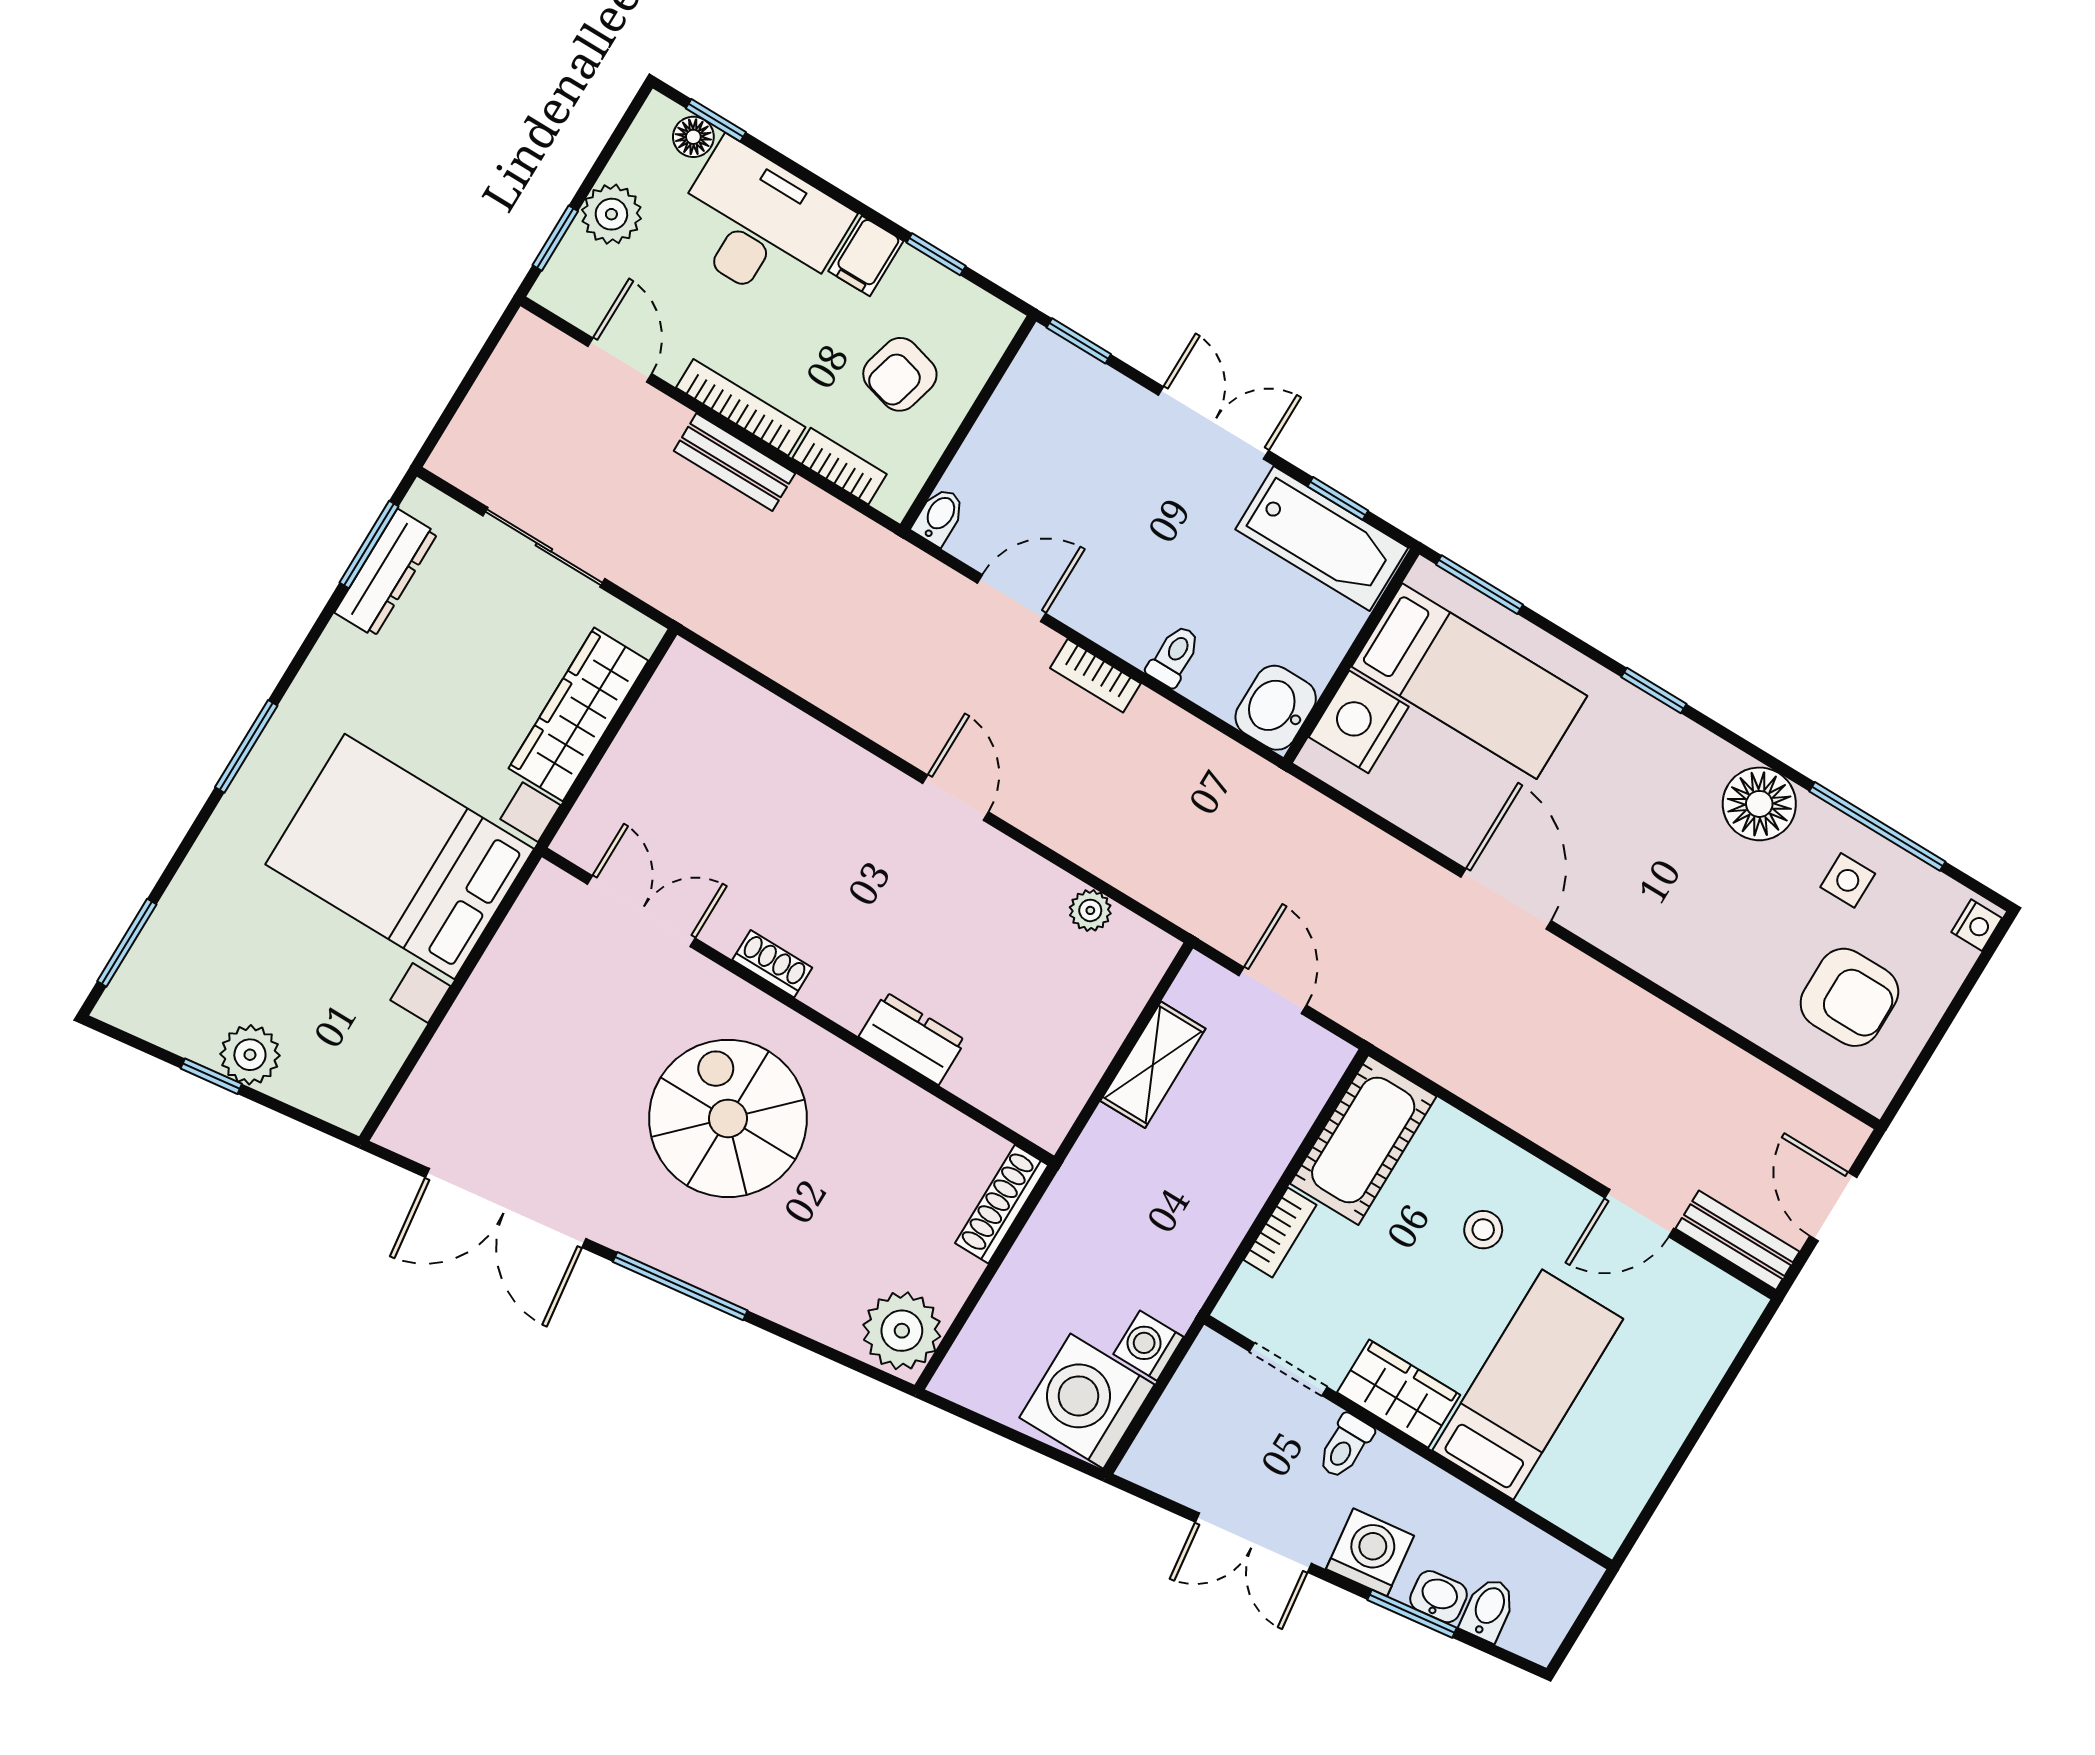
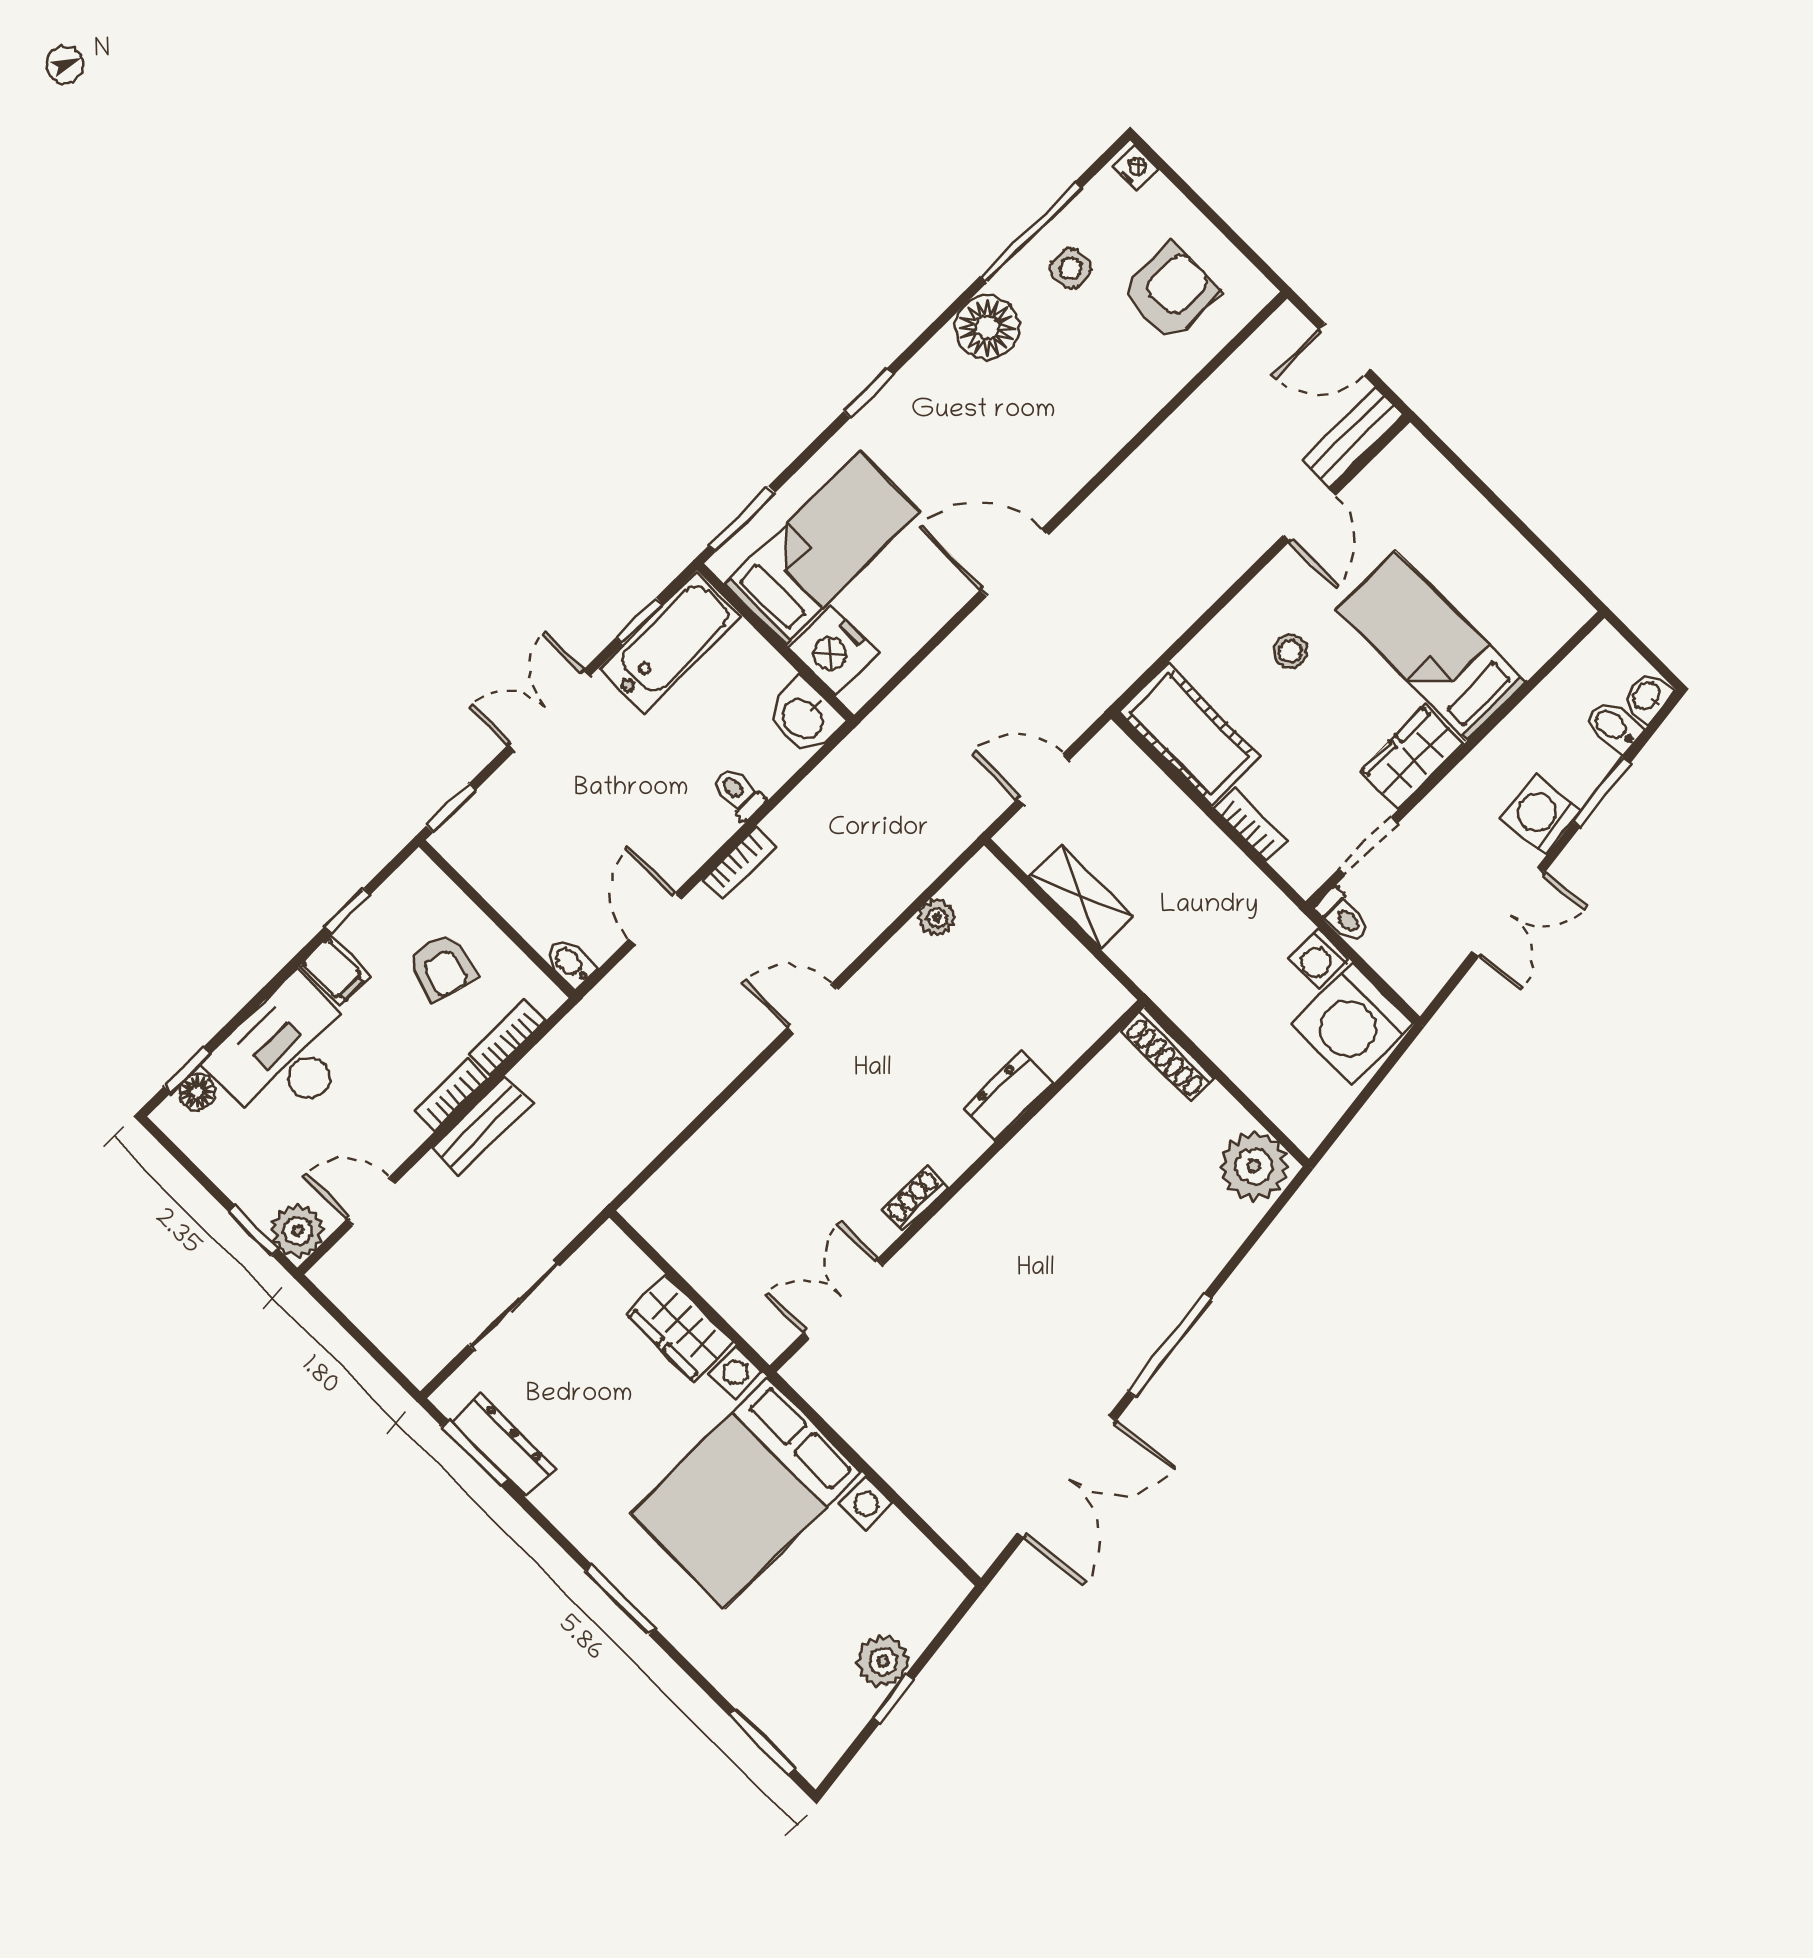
plant: (611, 214) -> (297, 1231), moved
bookcase: (741, 407) -> (451, 1094), width x0.64
wardrobe: (578, 714) -> (680, 1328), width x0.67
spiral stairs: (728, 1118) -> (1037, 1269), removed
toilet: (1345, 1446) -> (1343, 916), moved
washbasin: (1439, 1597) -> (1647, 697), moved

